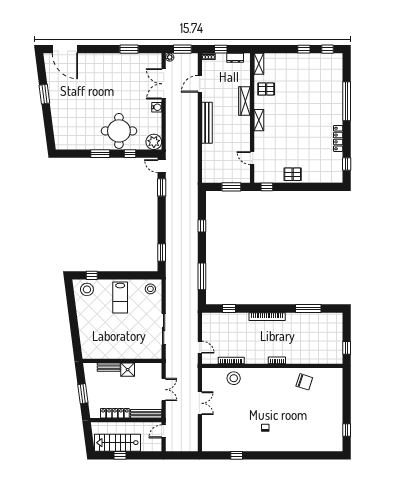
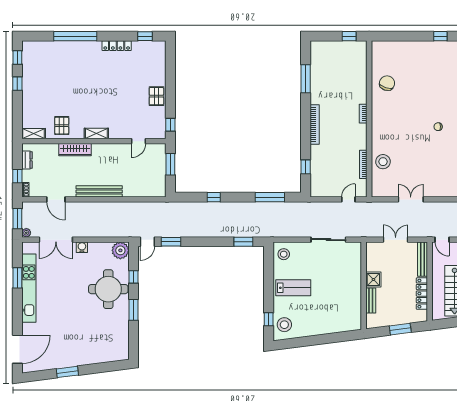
kitchen unit: (120, 59) -> (29, 288), added

